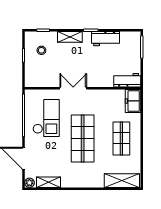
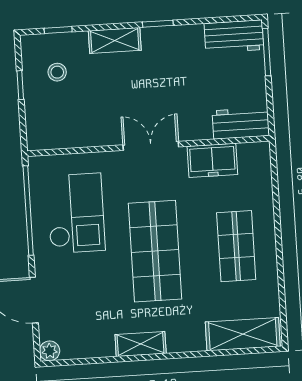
workbench: (106, 39) -> (234, 36), moved
double door: (73, 88) -> (151, 146), moved
freezer: (133, 101) -> (212, 160), moved, turned -90
shelving: (49, 182) -> (141, 344), moved

